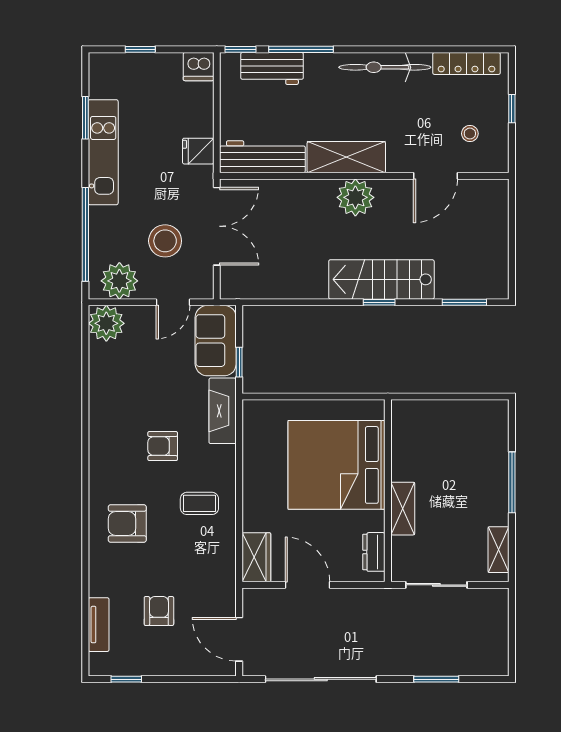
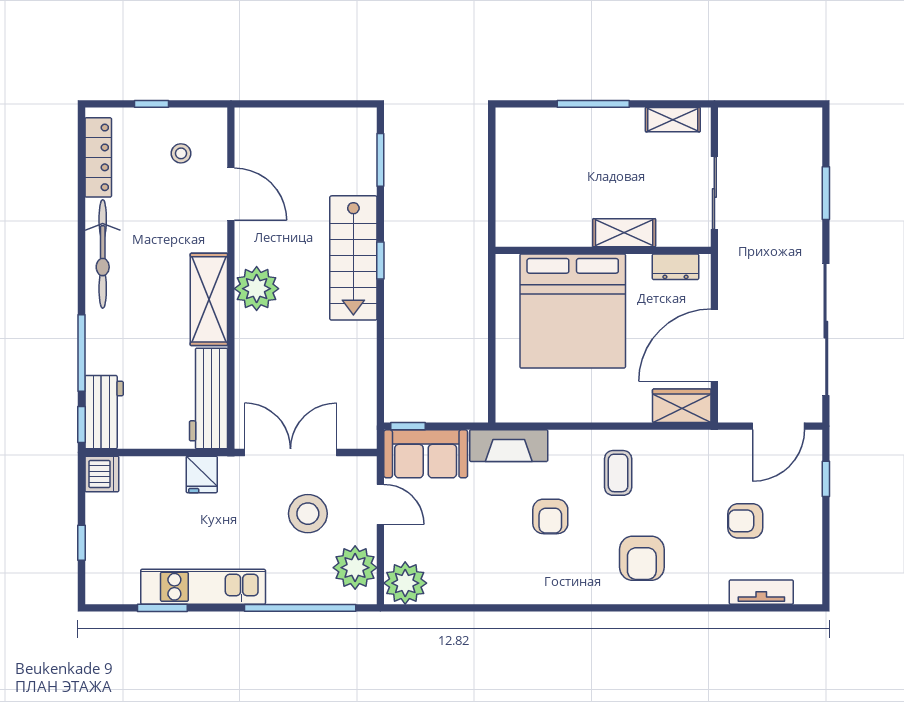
workbench: (272, 68) -> (104, 412), moved
window: (239, 362) -> (408, 426), moved
door: (307, 585) -> (714, 345), width x1.36
window: (126, 679) -> (826, 479), moved

